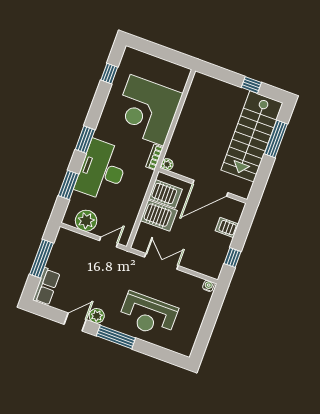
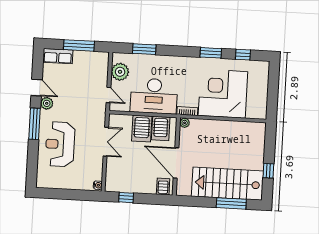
window: (85, 140) -> (211, 53), moved
desk: (102, 170) -> (154, 96), moved, turned 180
server rack: (227, 227) -> (163, 187), moved

